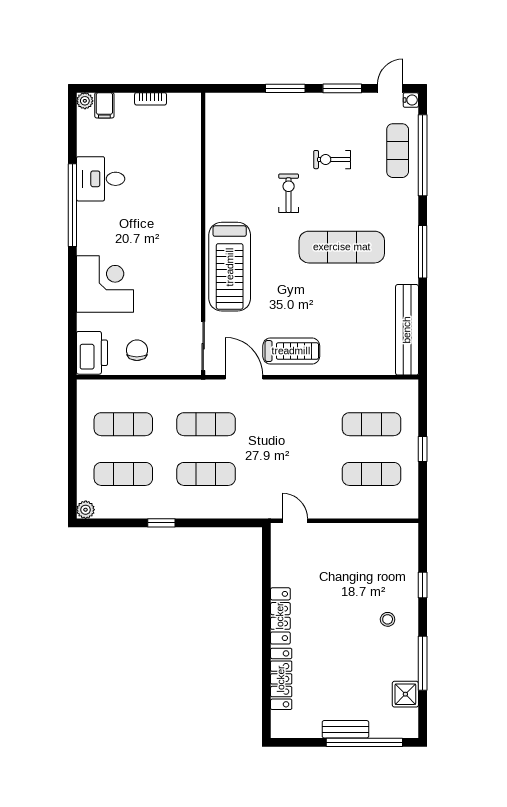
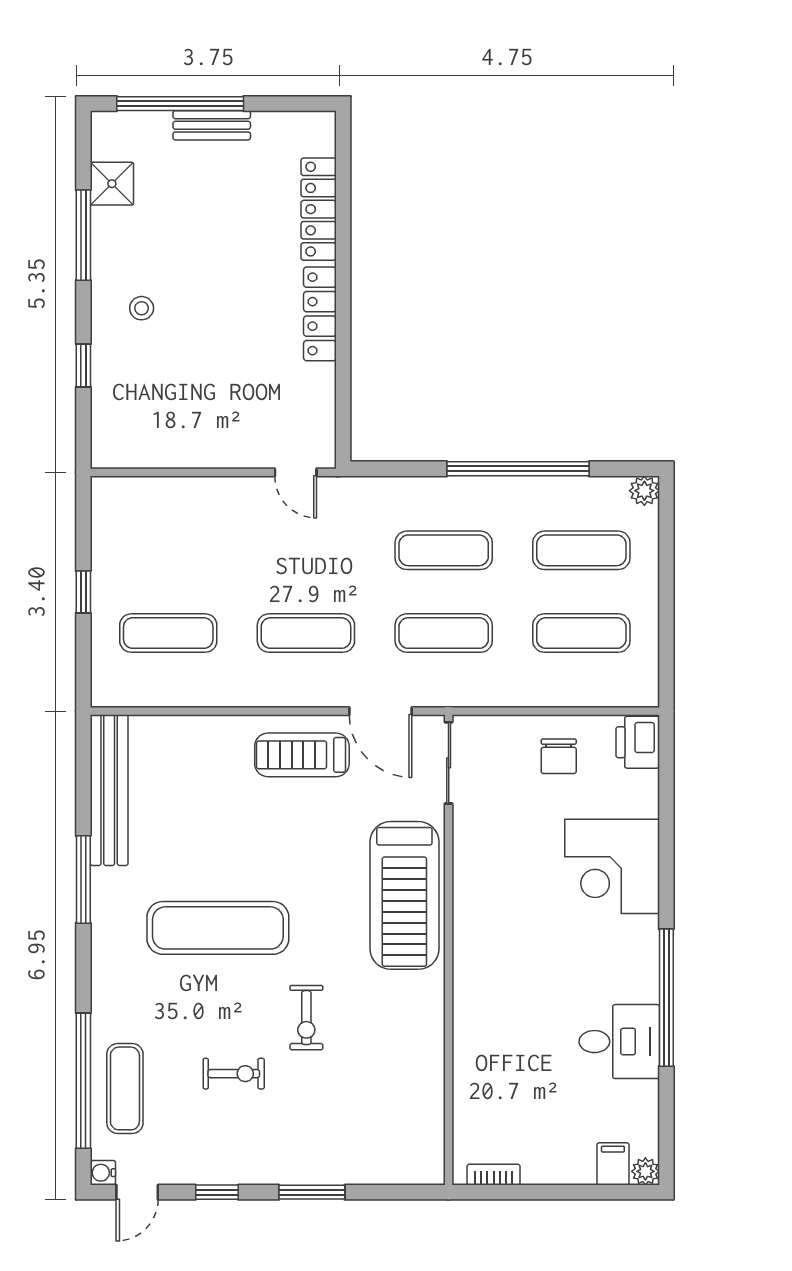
window: (342, 88) -> (217, 1192), width x0.67
bookcase: (151, 99) -> (494, 1175), moved
window: (423, 252) -> (83, 879), moved
treadmill: (230, 267) -> (404, 895), turned 180
printer: (92, 353) -> (638, 742), width x0.73, depth x0.84
exercise mat: (372, 474) -> (306, 633), moved
window: (161, 523) -> (518, 469), width x3.17

